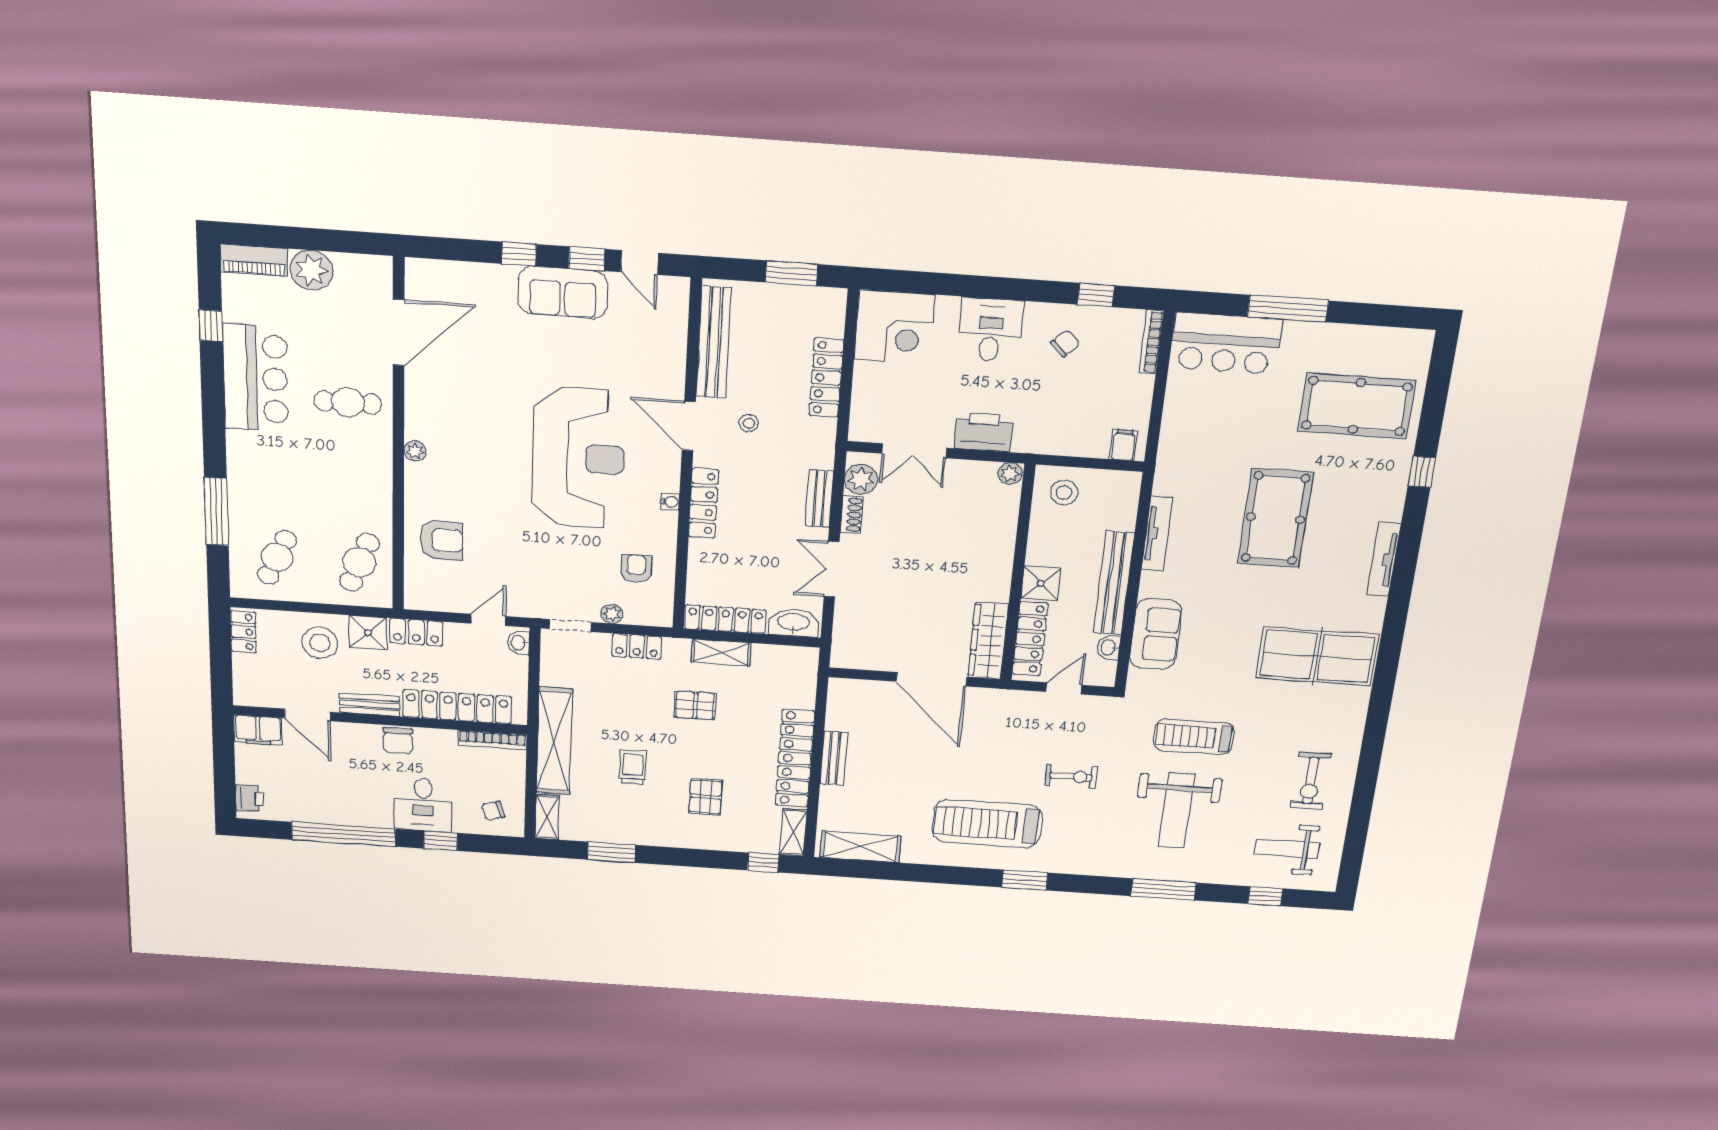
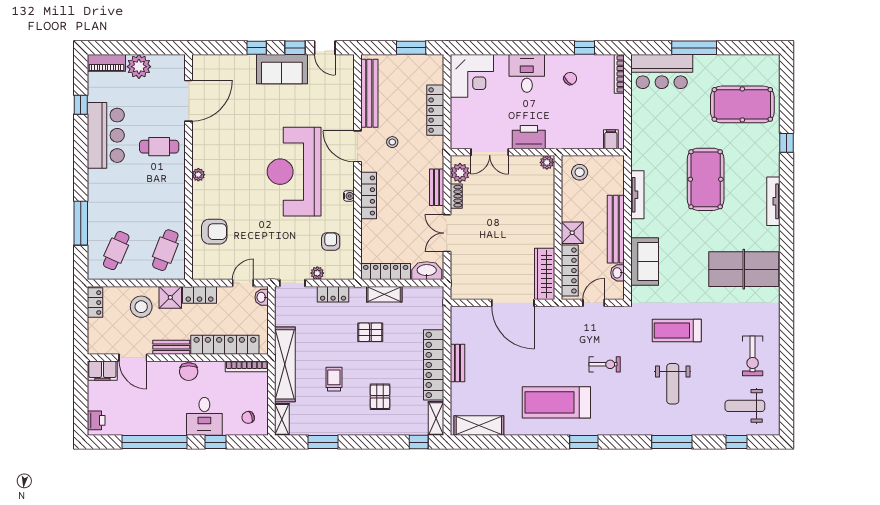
reception desk: (579, 458) -> (294, 172), turned 180
weight bench: (1177, 811) -> (673, 384), width x0.73, depth x0.75

